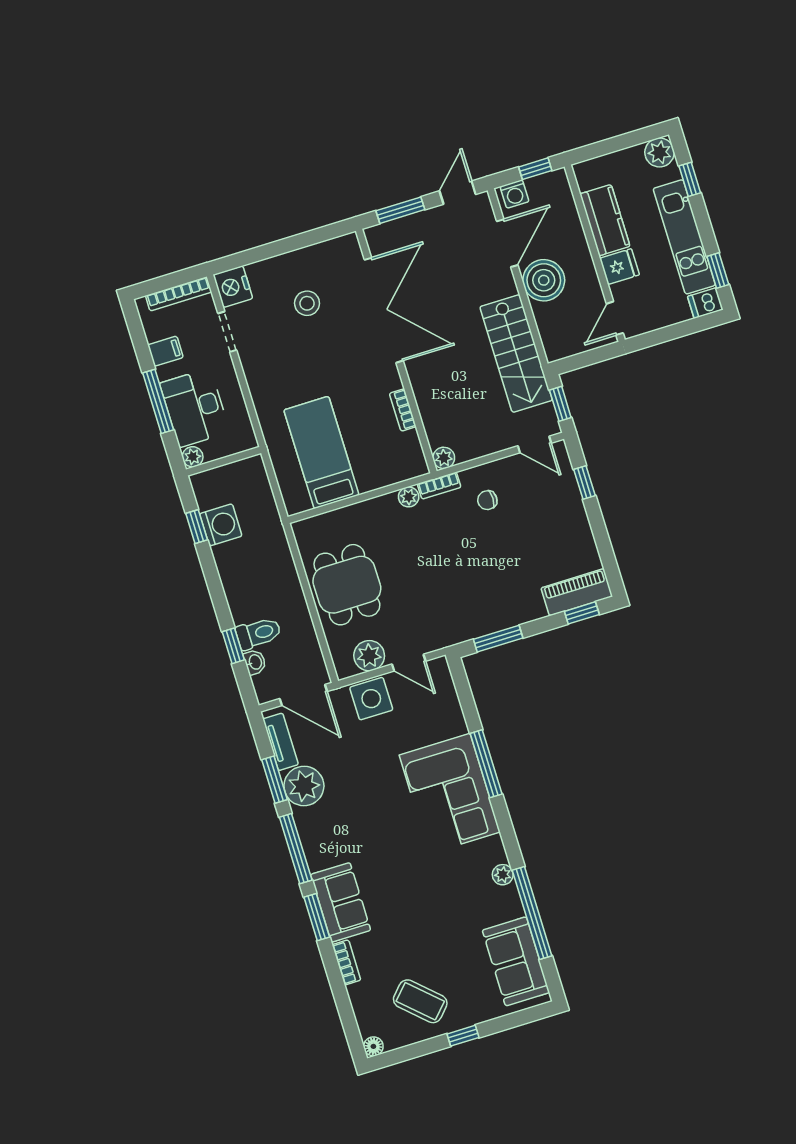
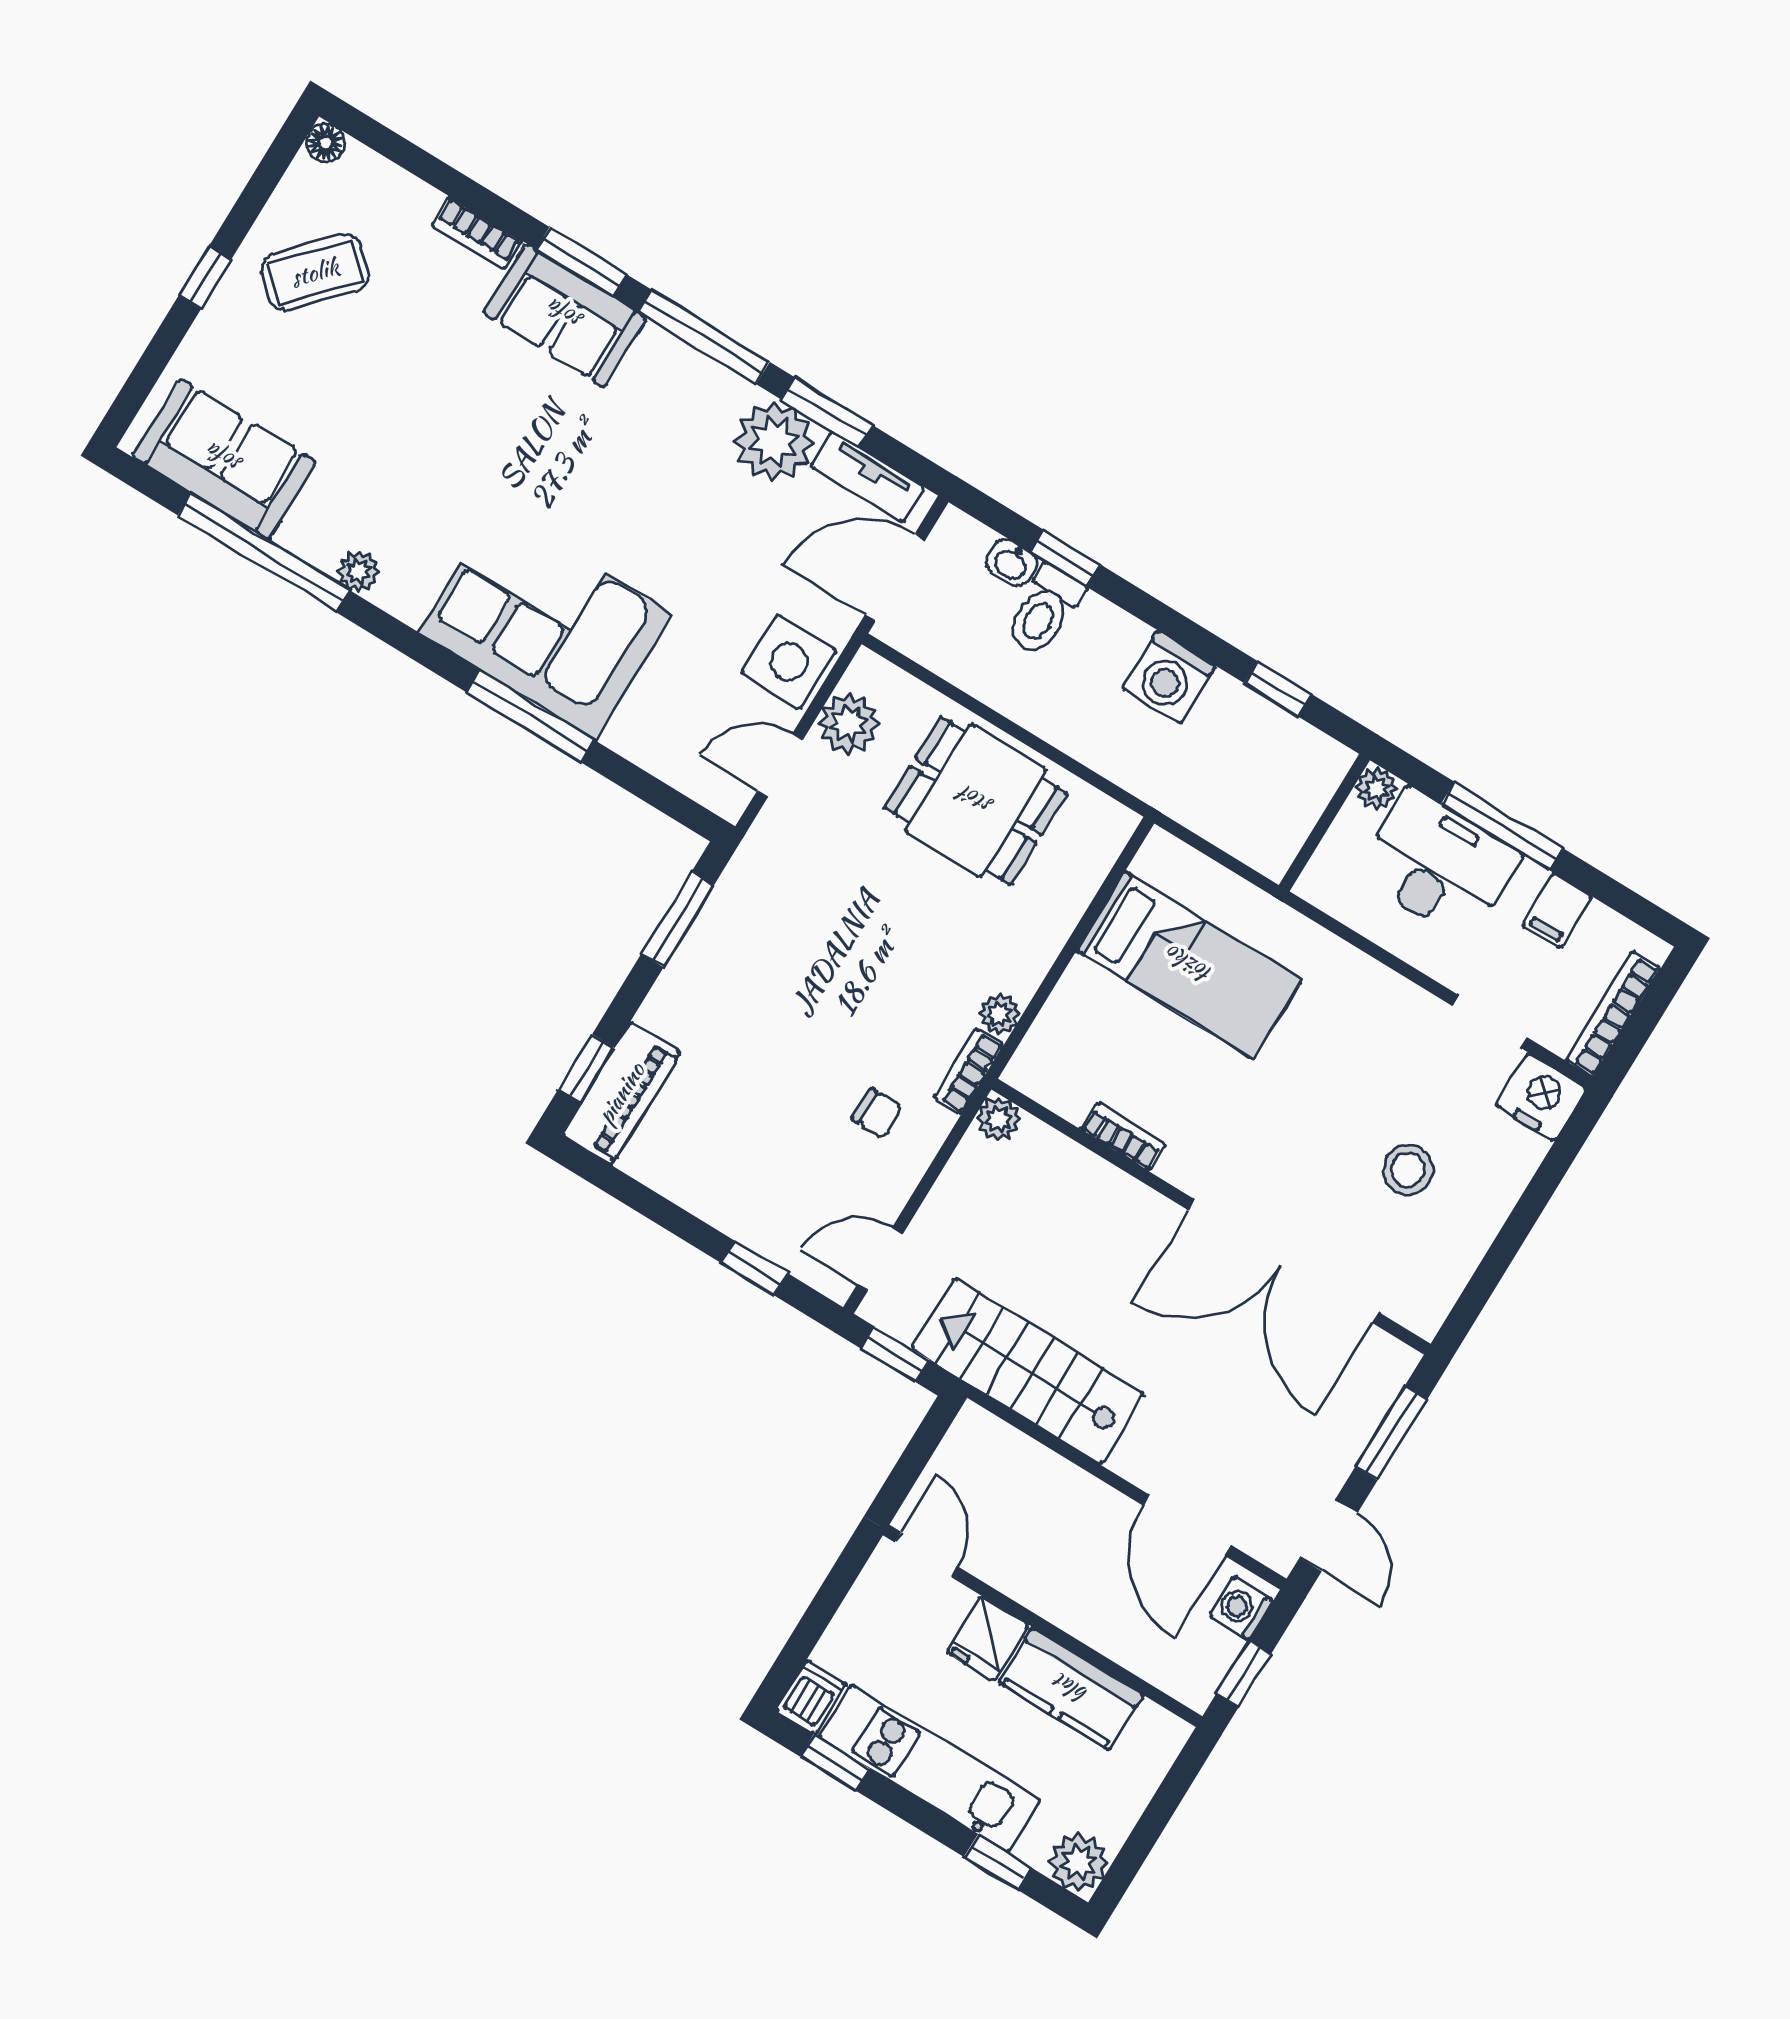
boiler: (544, 280) -> (1083, 1518), removed
chair: (487, 500) -> (877, 1113), turned 90
washing machine: (221, 525) -> (1169, 677), moved

